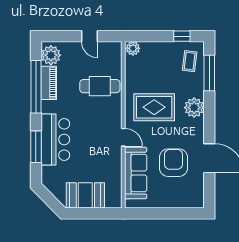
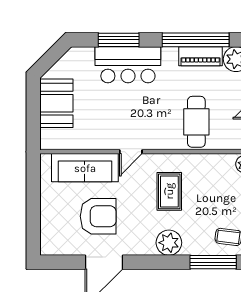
rug: (154, 107) -> (169, 191), width x0.73, depth x0.70

